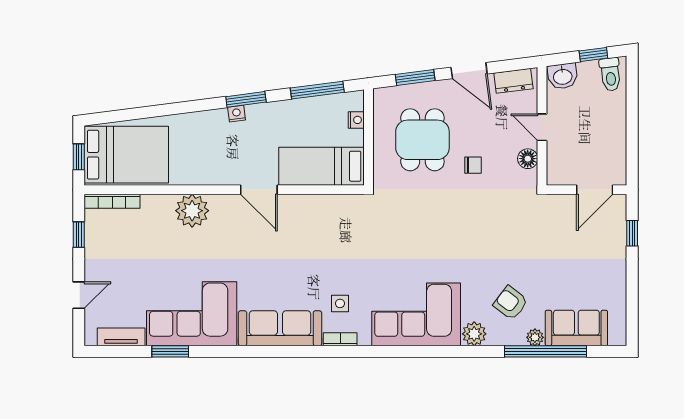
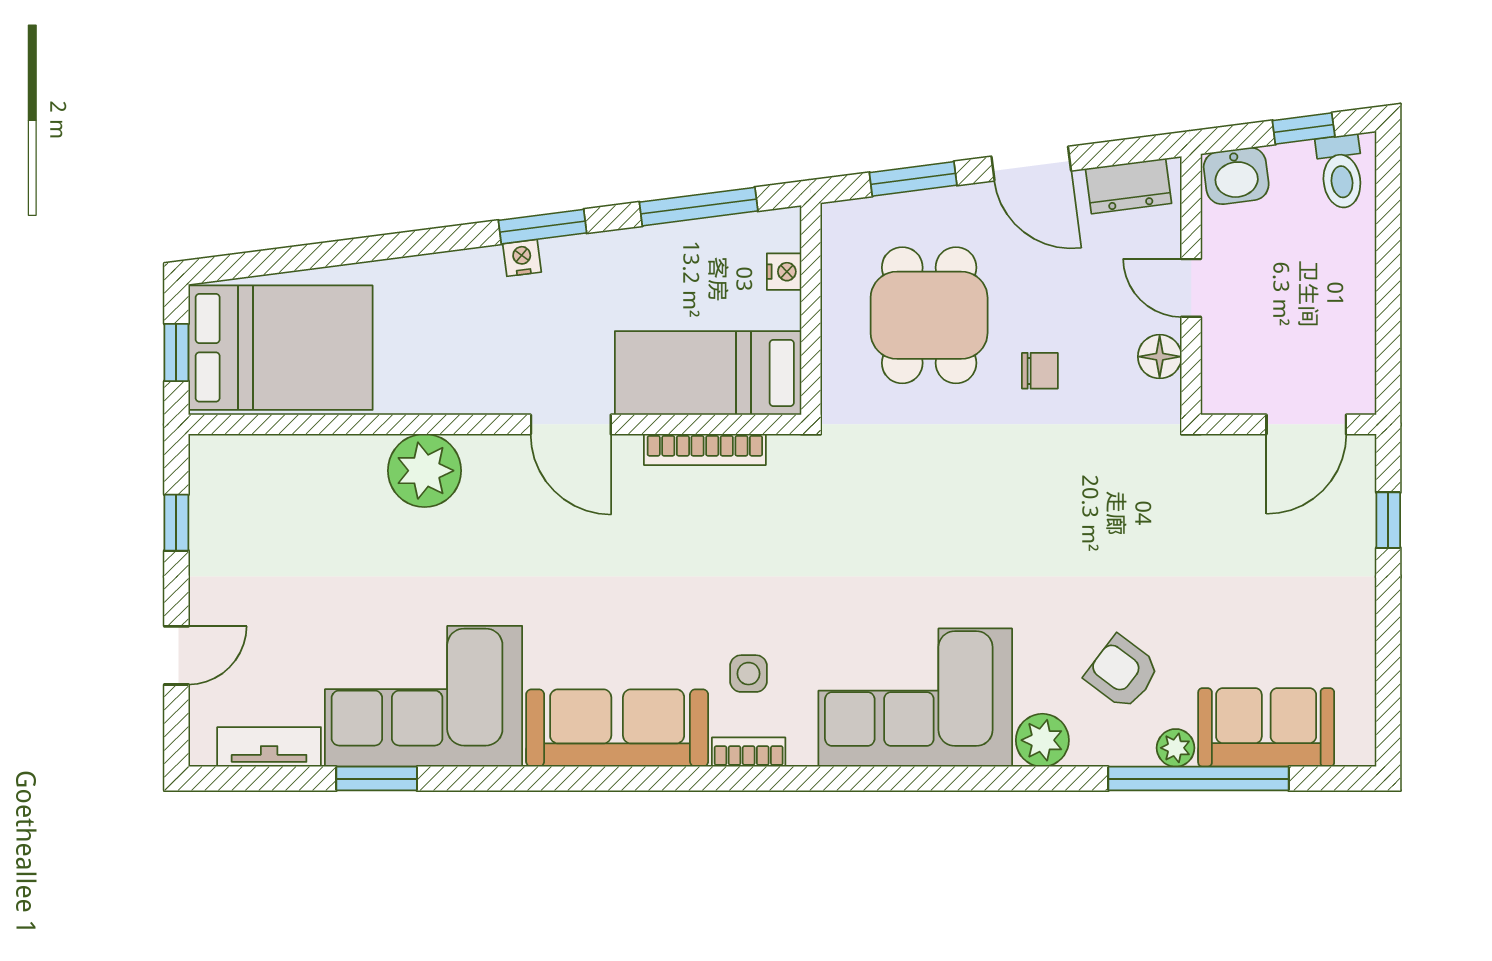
bookcase: (112, 201) -> (705, 450), moved

